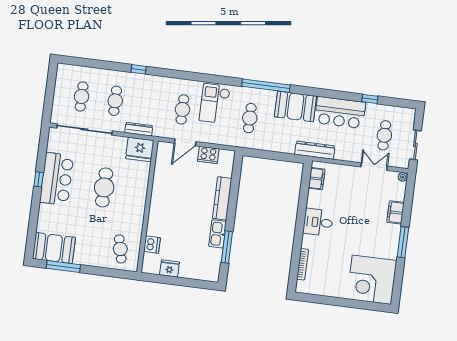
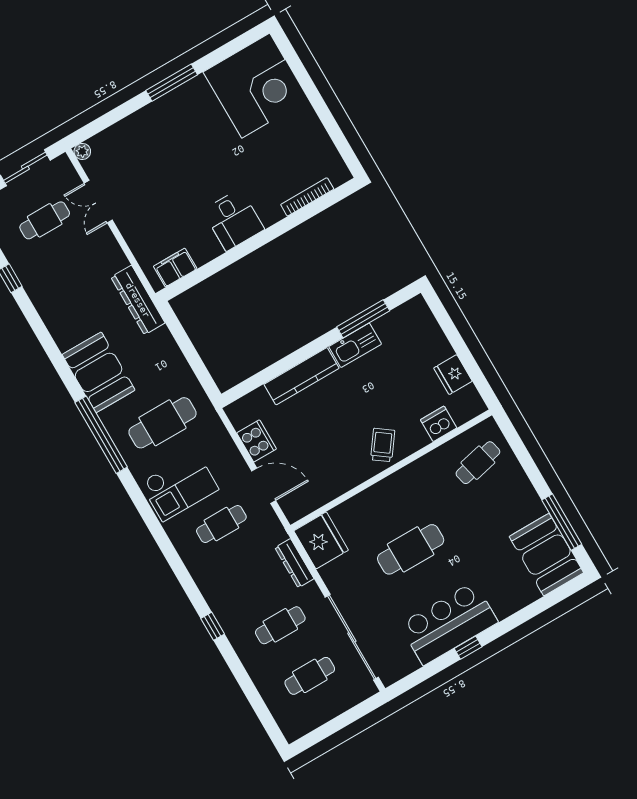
bar counter: (340, 113) -> (60, 305), removed
cafe table: (250, 118) -> (162, 423), width x1.37, depth x1.35
trolley: (162, 211) -> (383, 445), added
filing cabinet: (396, 212) -> (138, 124), removed

